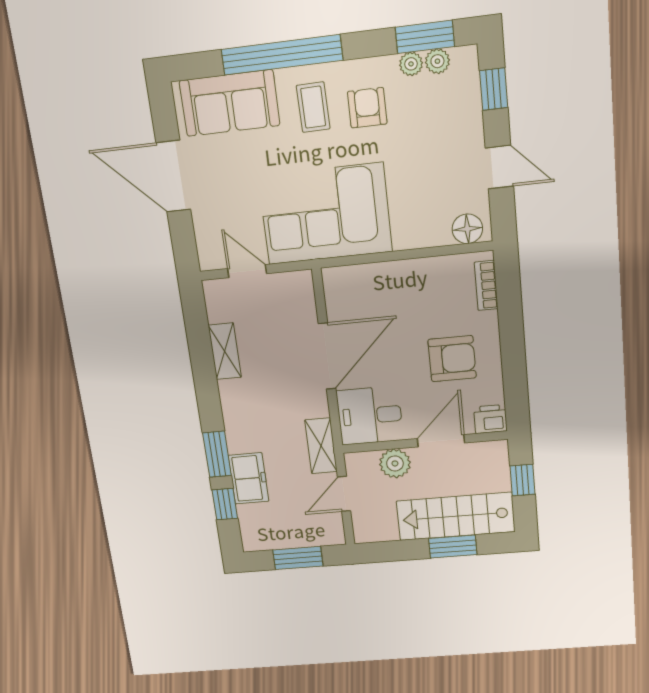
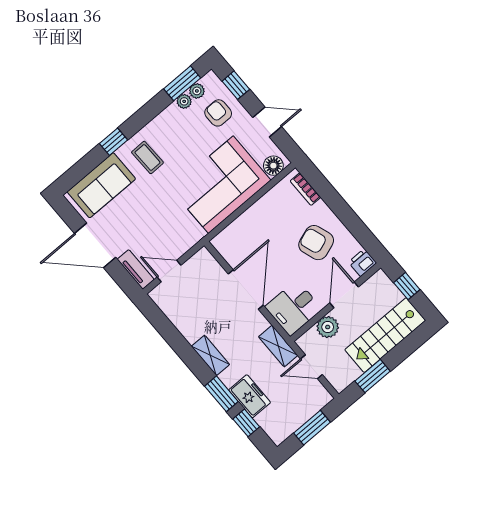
window: (282, 55) -> (113, 142), width x0.32
armchair: (367, 108) -> (218, 113), moved
corner sofa: (325, 214) -> (221, 185), moved
tv unit: (206, 241) -> (136, 269), added
shelving: (225, 351) -> (210, 355), moved
armchair: (452, 359) -> (316, 243), turned -109
door: (344, 494) -> (311, 367), hinge flipped
window: (453, 547) -> (373, 376), moved

